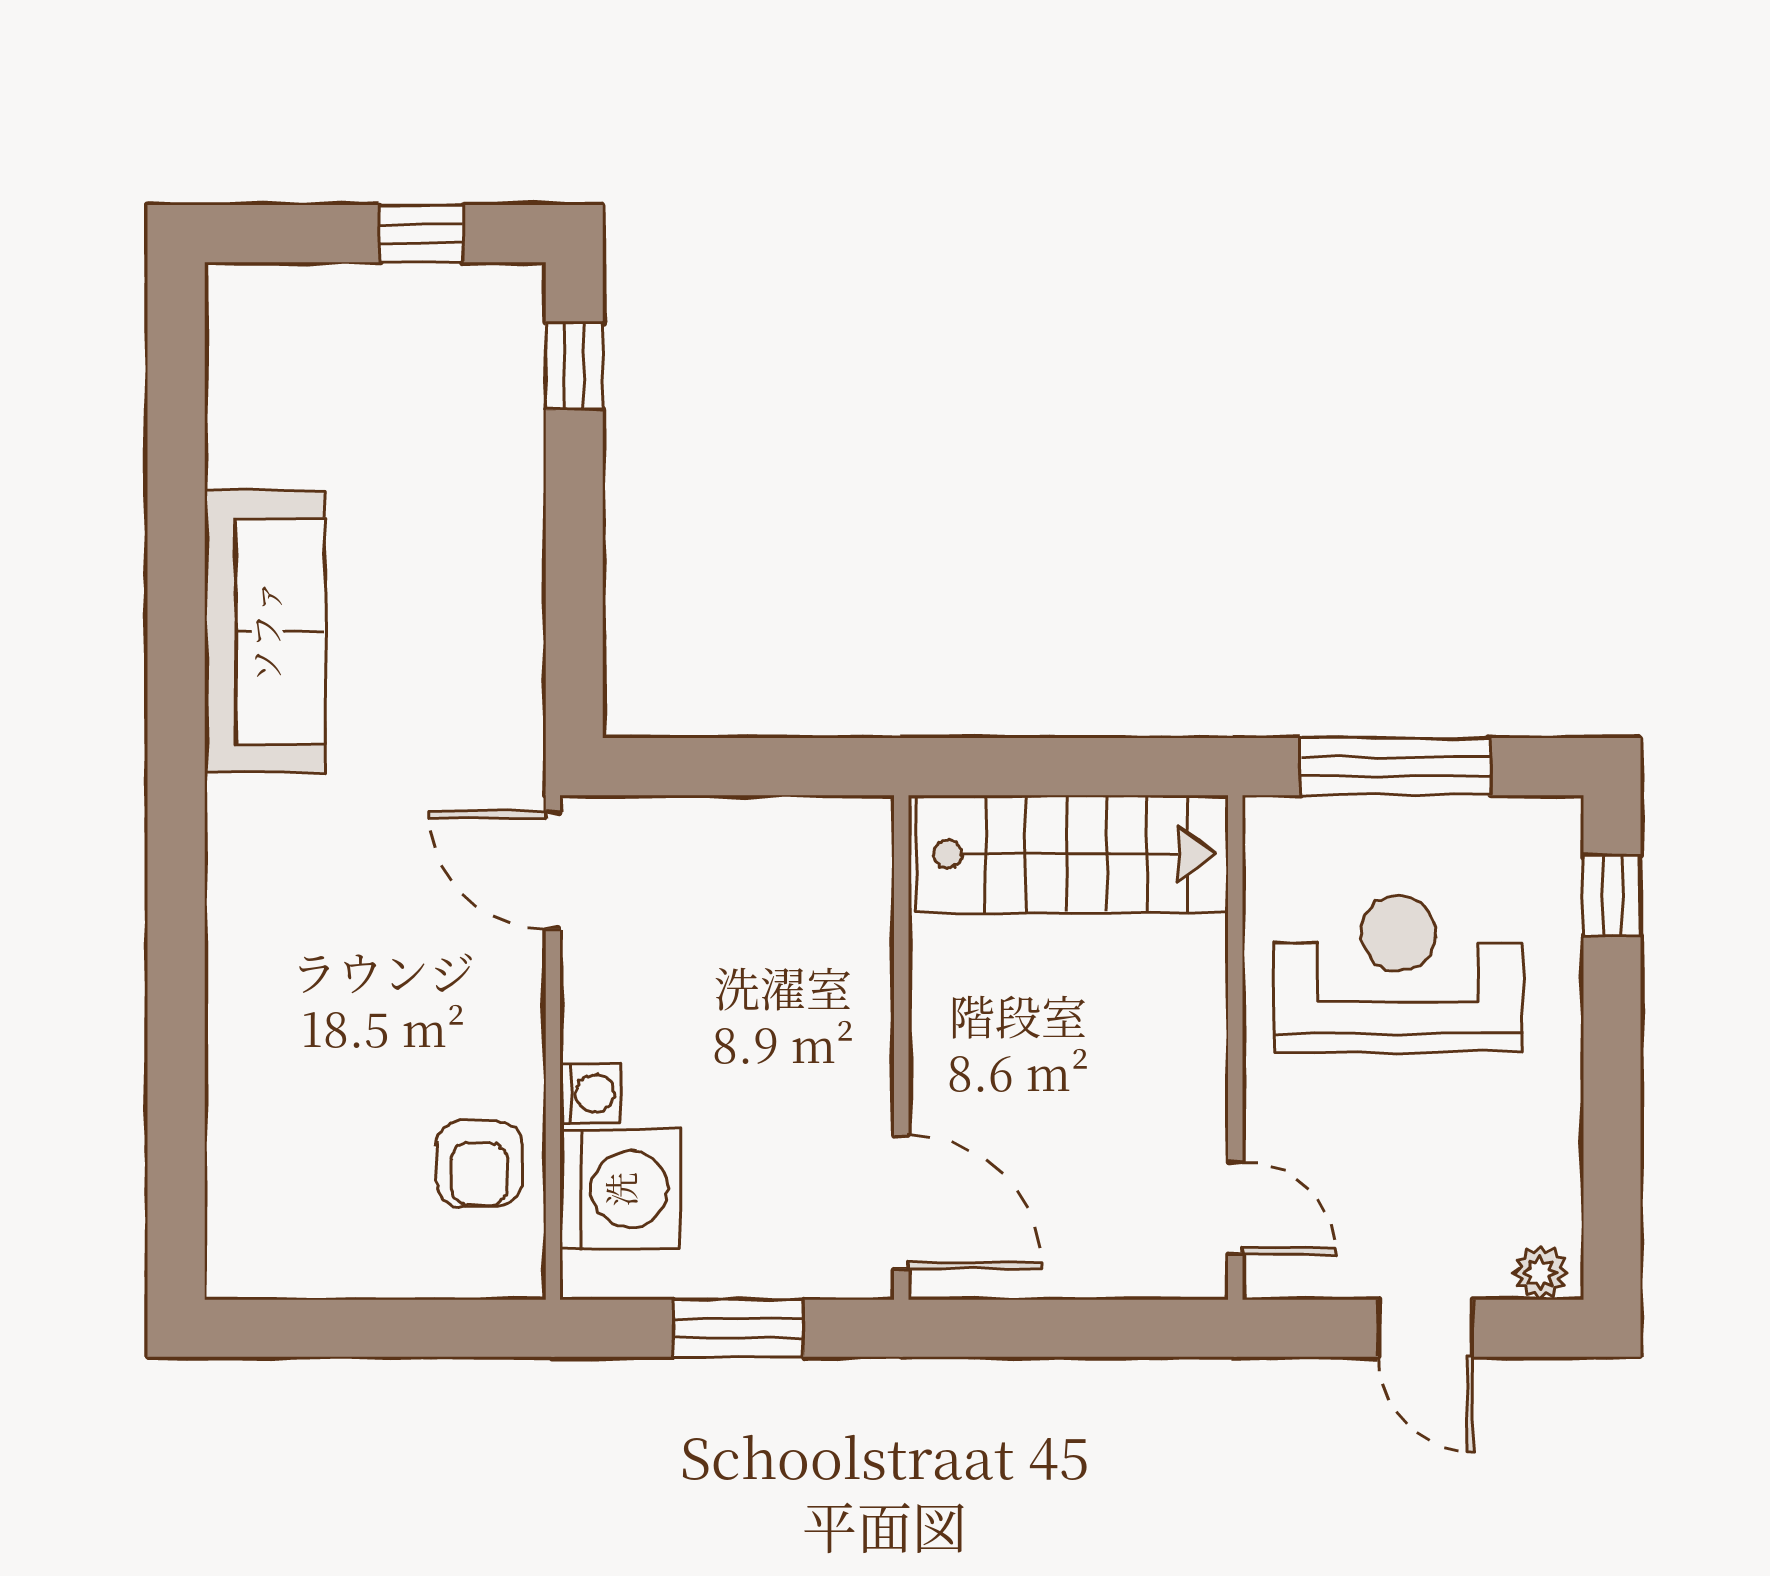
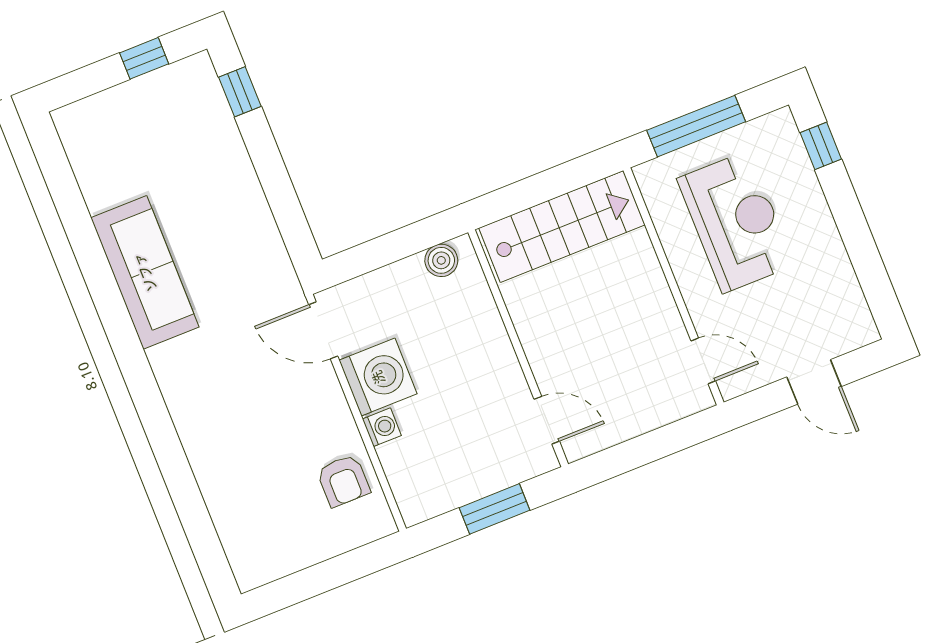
boiler: (823, 828) -> (441, 260), added
reception desk: (1398, 974) -> (736, 222), turned 90
washing machine: (620, 1189) -> (378, 377), moved
door: (901, 1202) -> (547, 420), width x0.73
plant: (1540, 1273) -> (857, 335), removed

